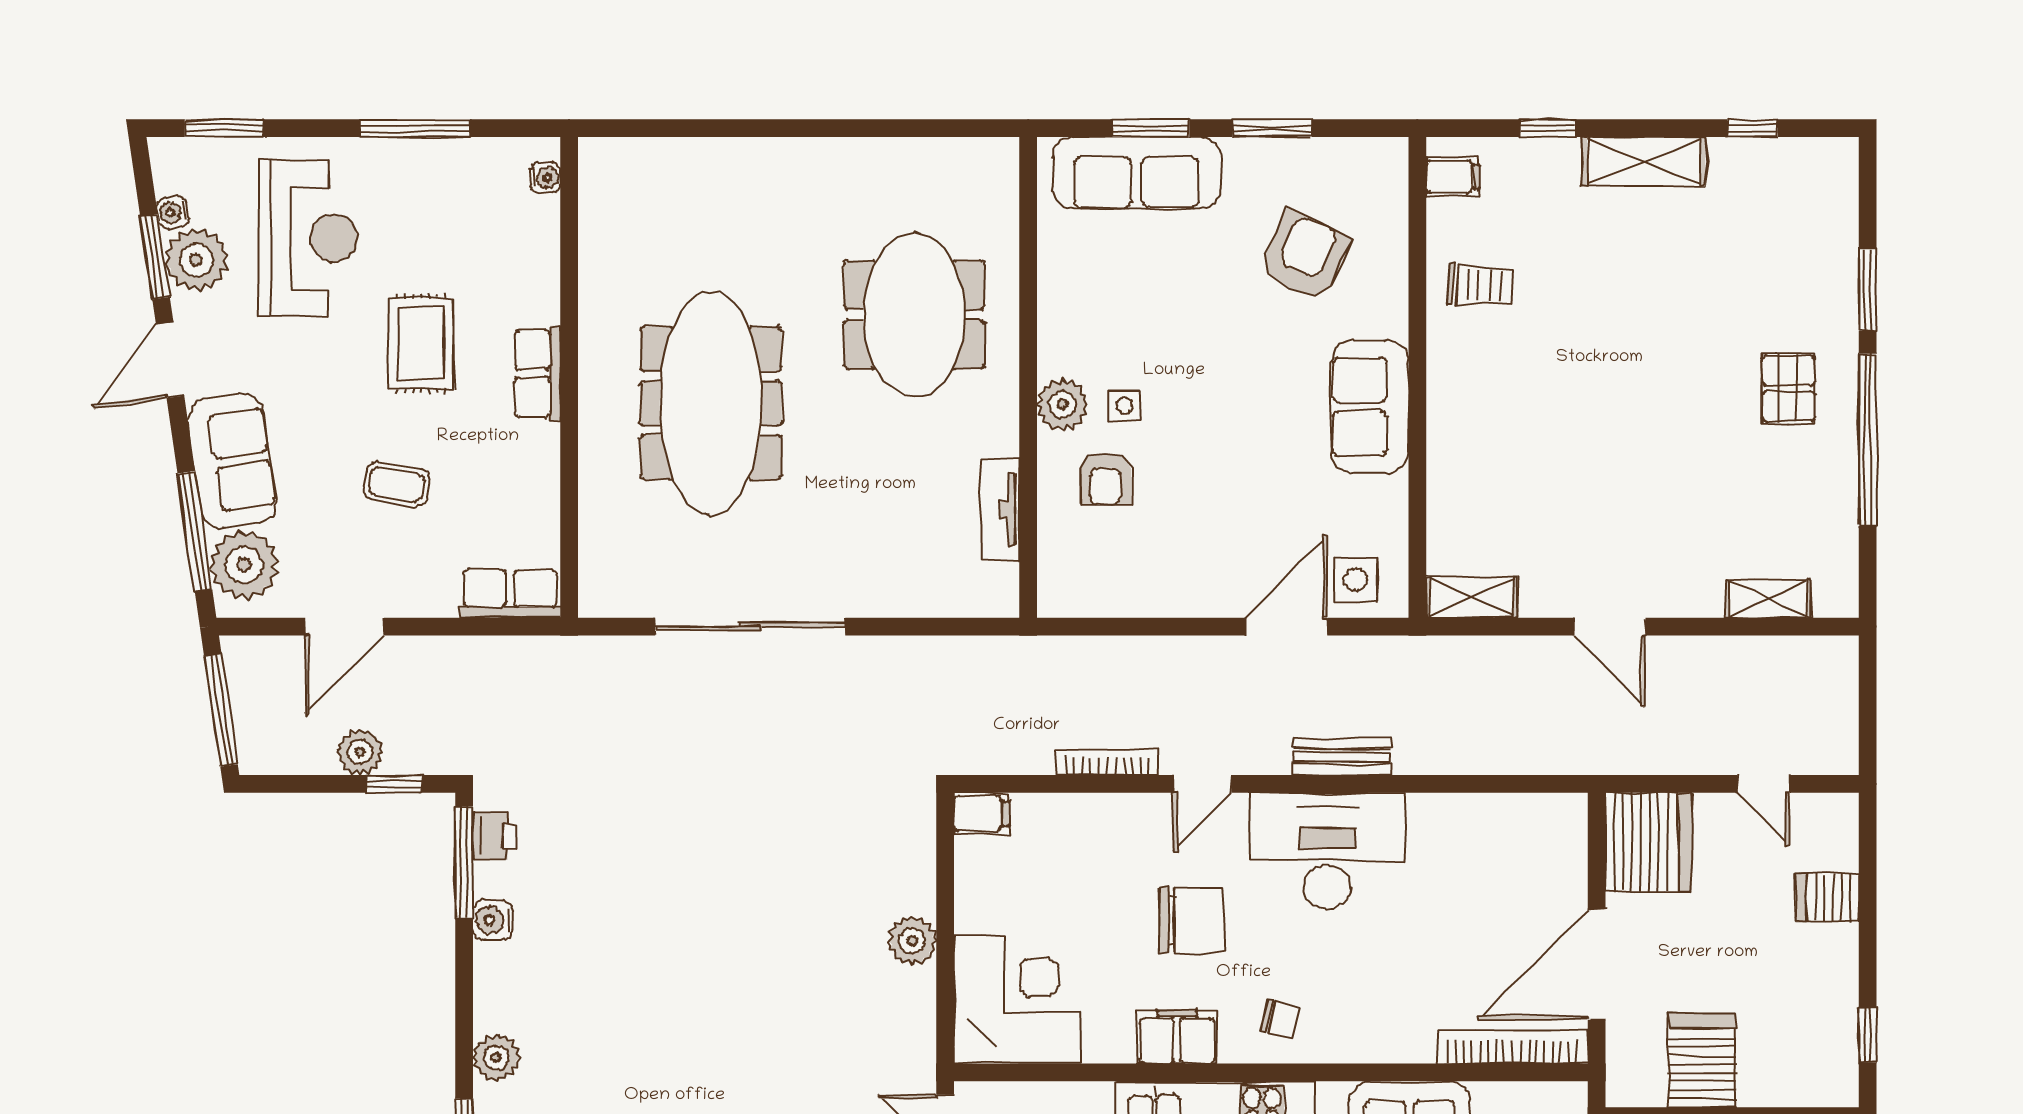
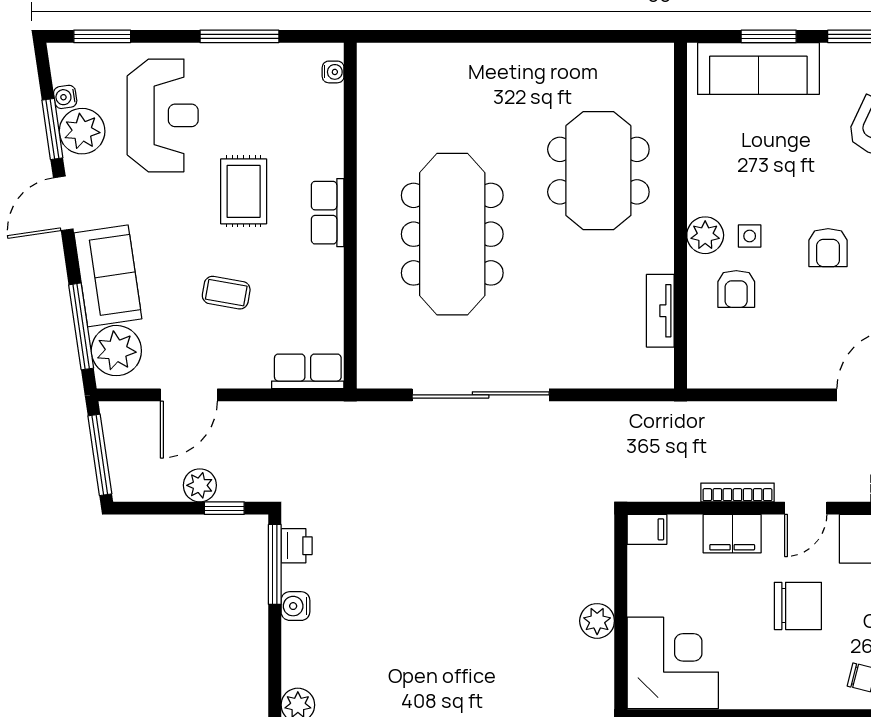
armchair: (1233, 422) -> (828, 248), added
filing cabinet: (1177, 1037) -> (732, 534), moved, turned 180

